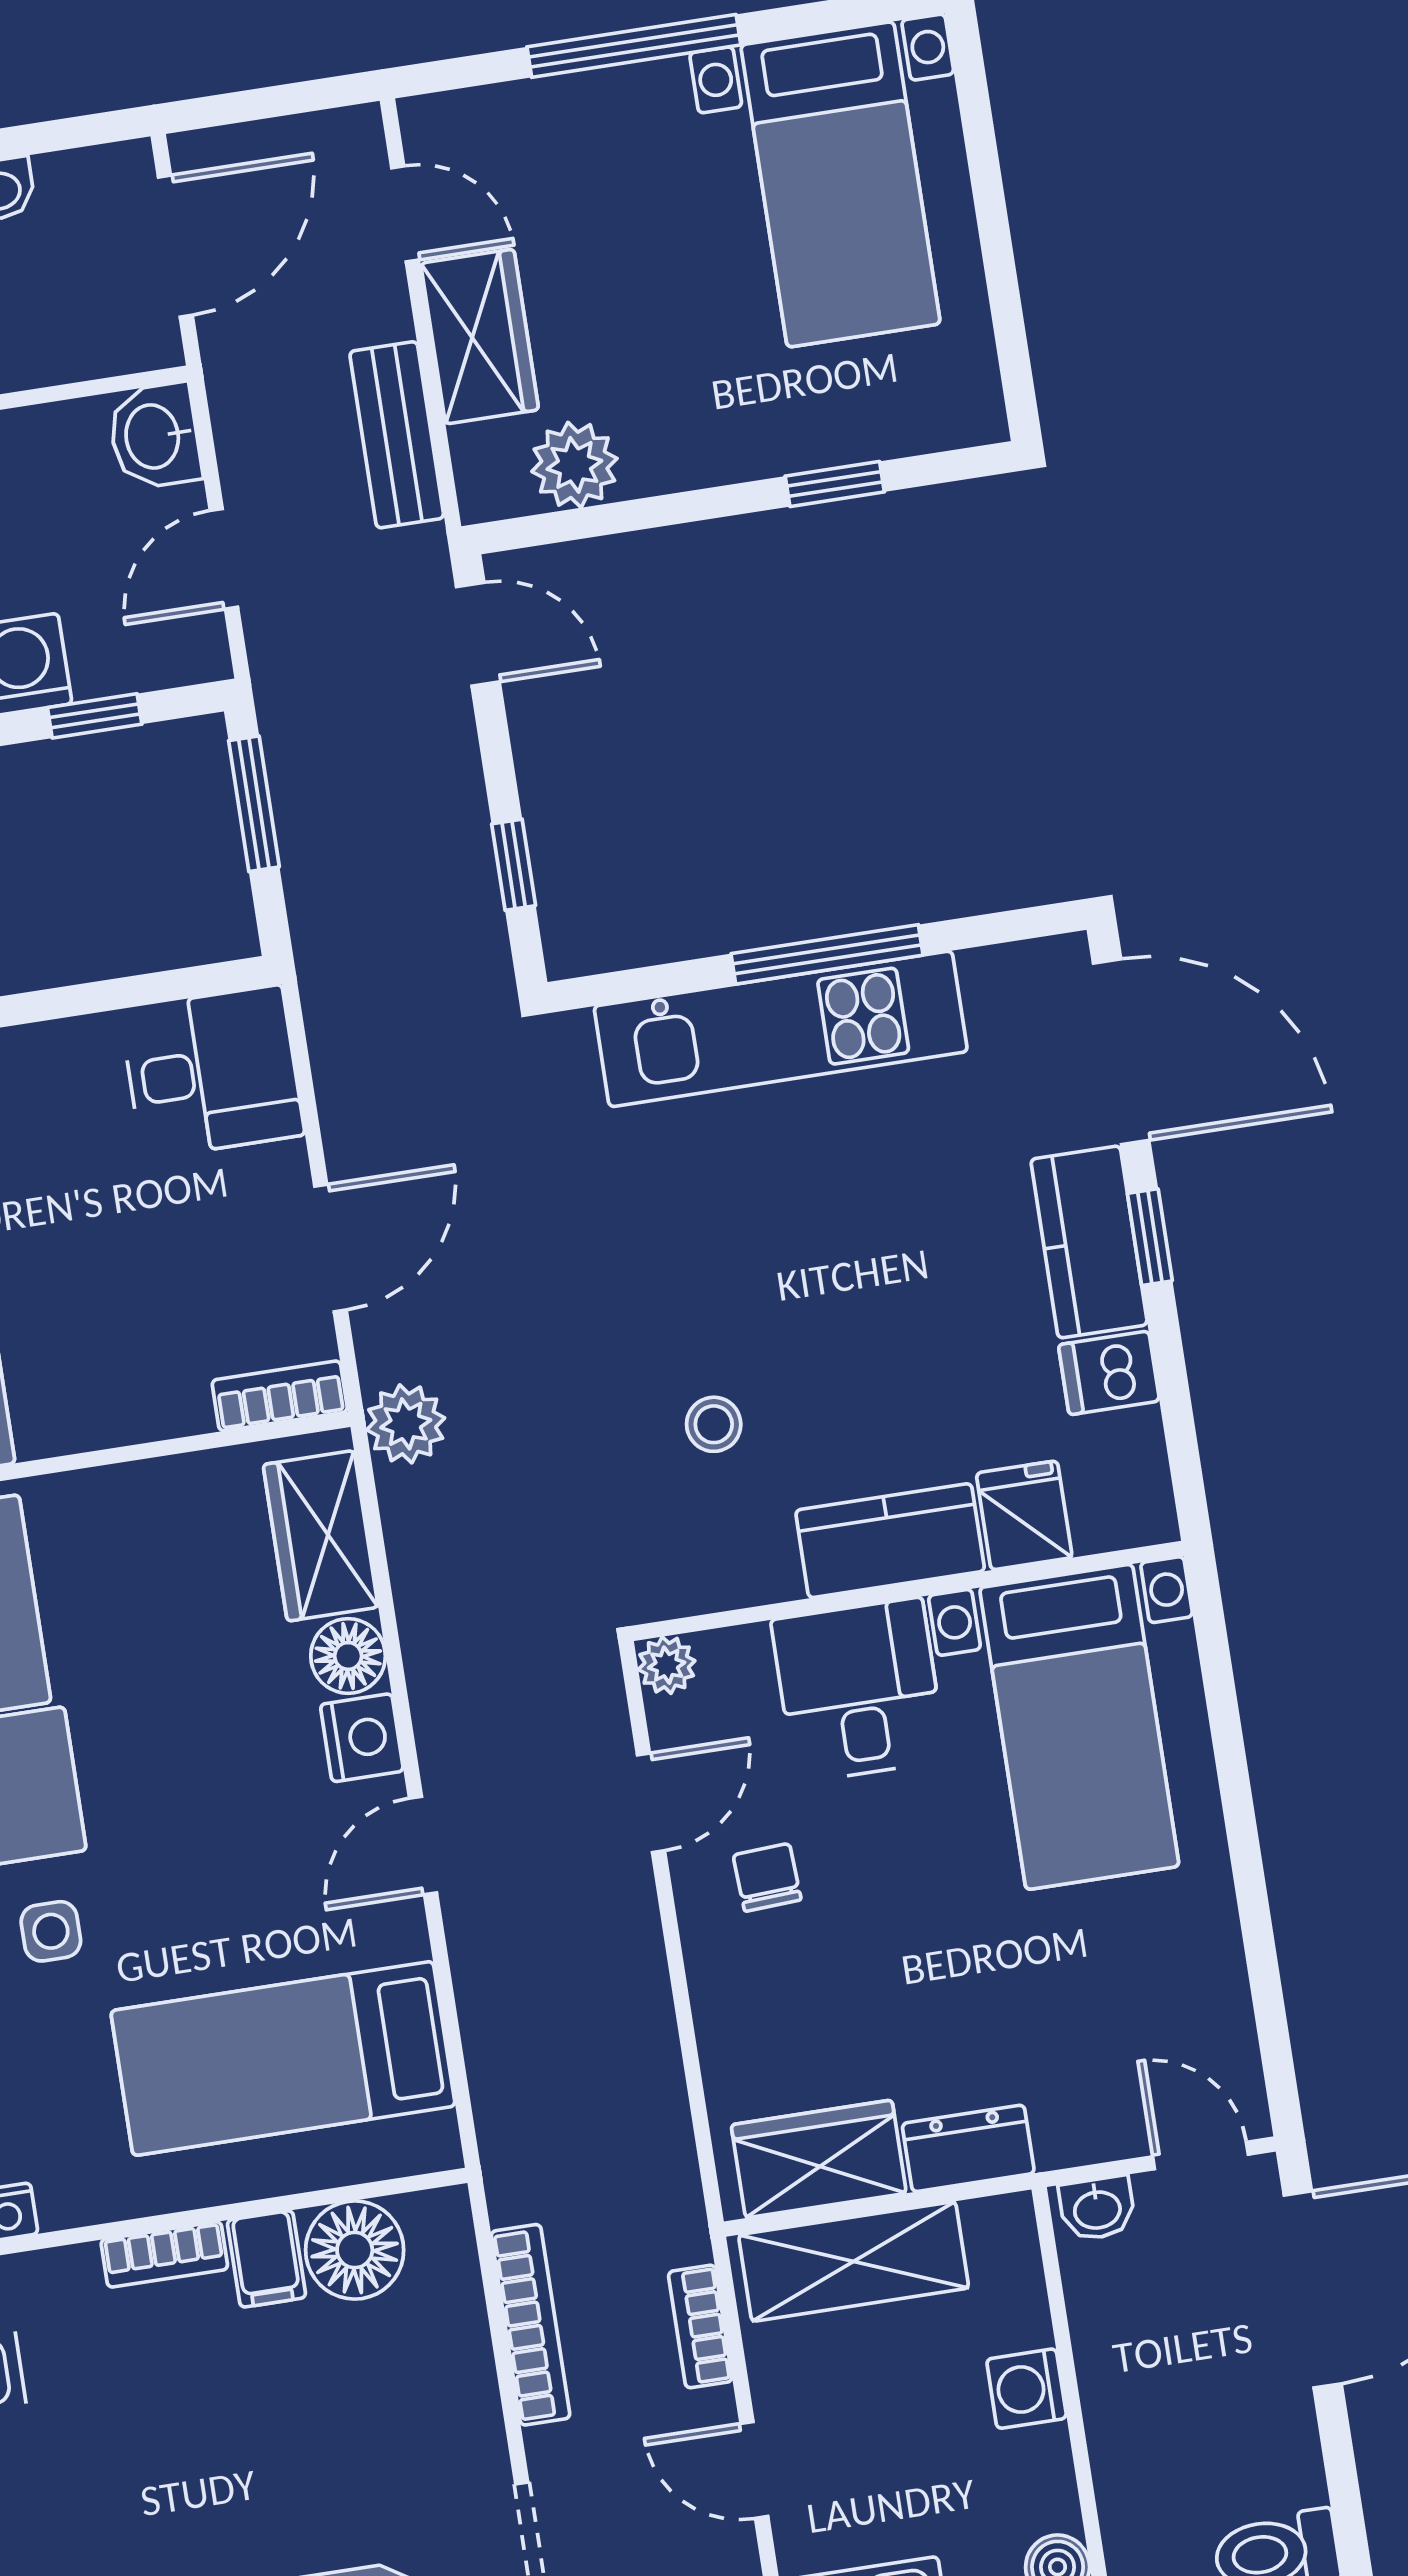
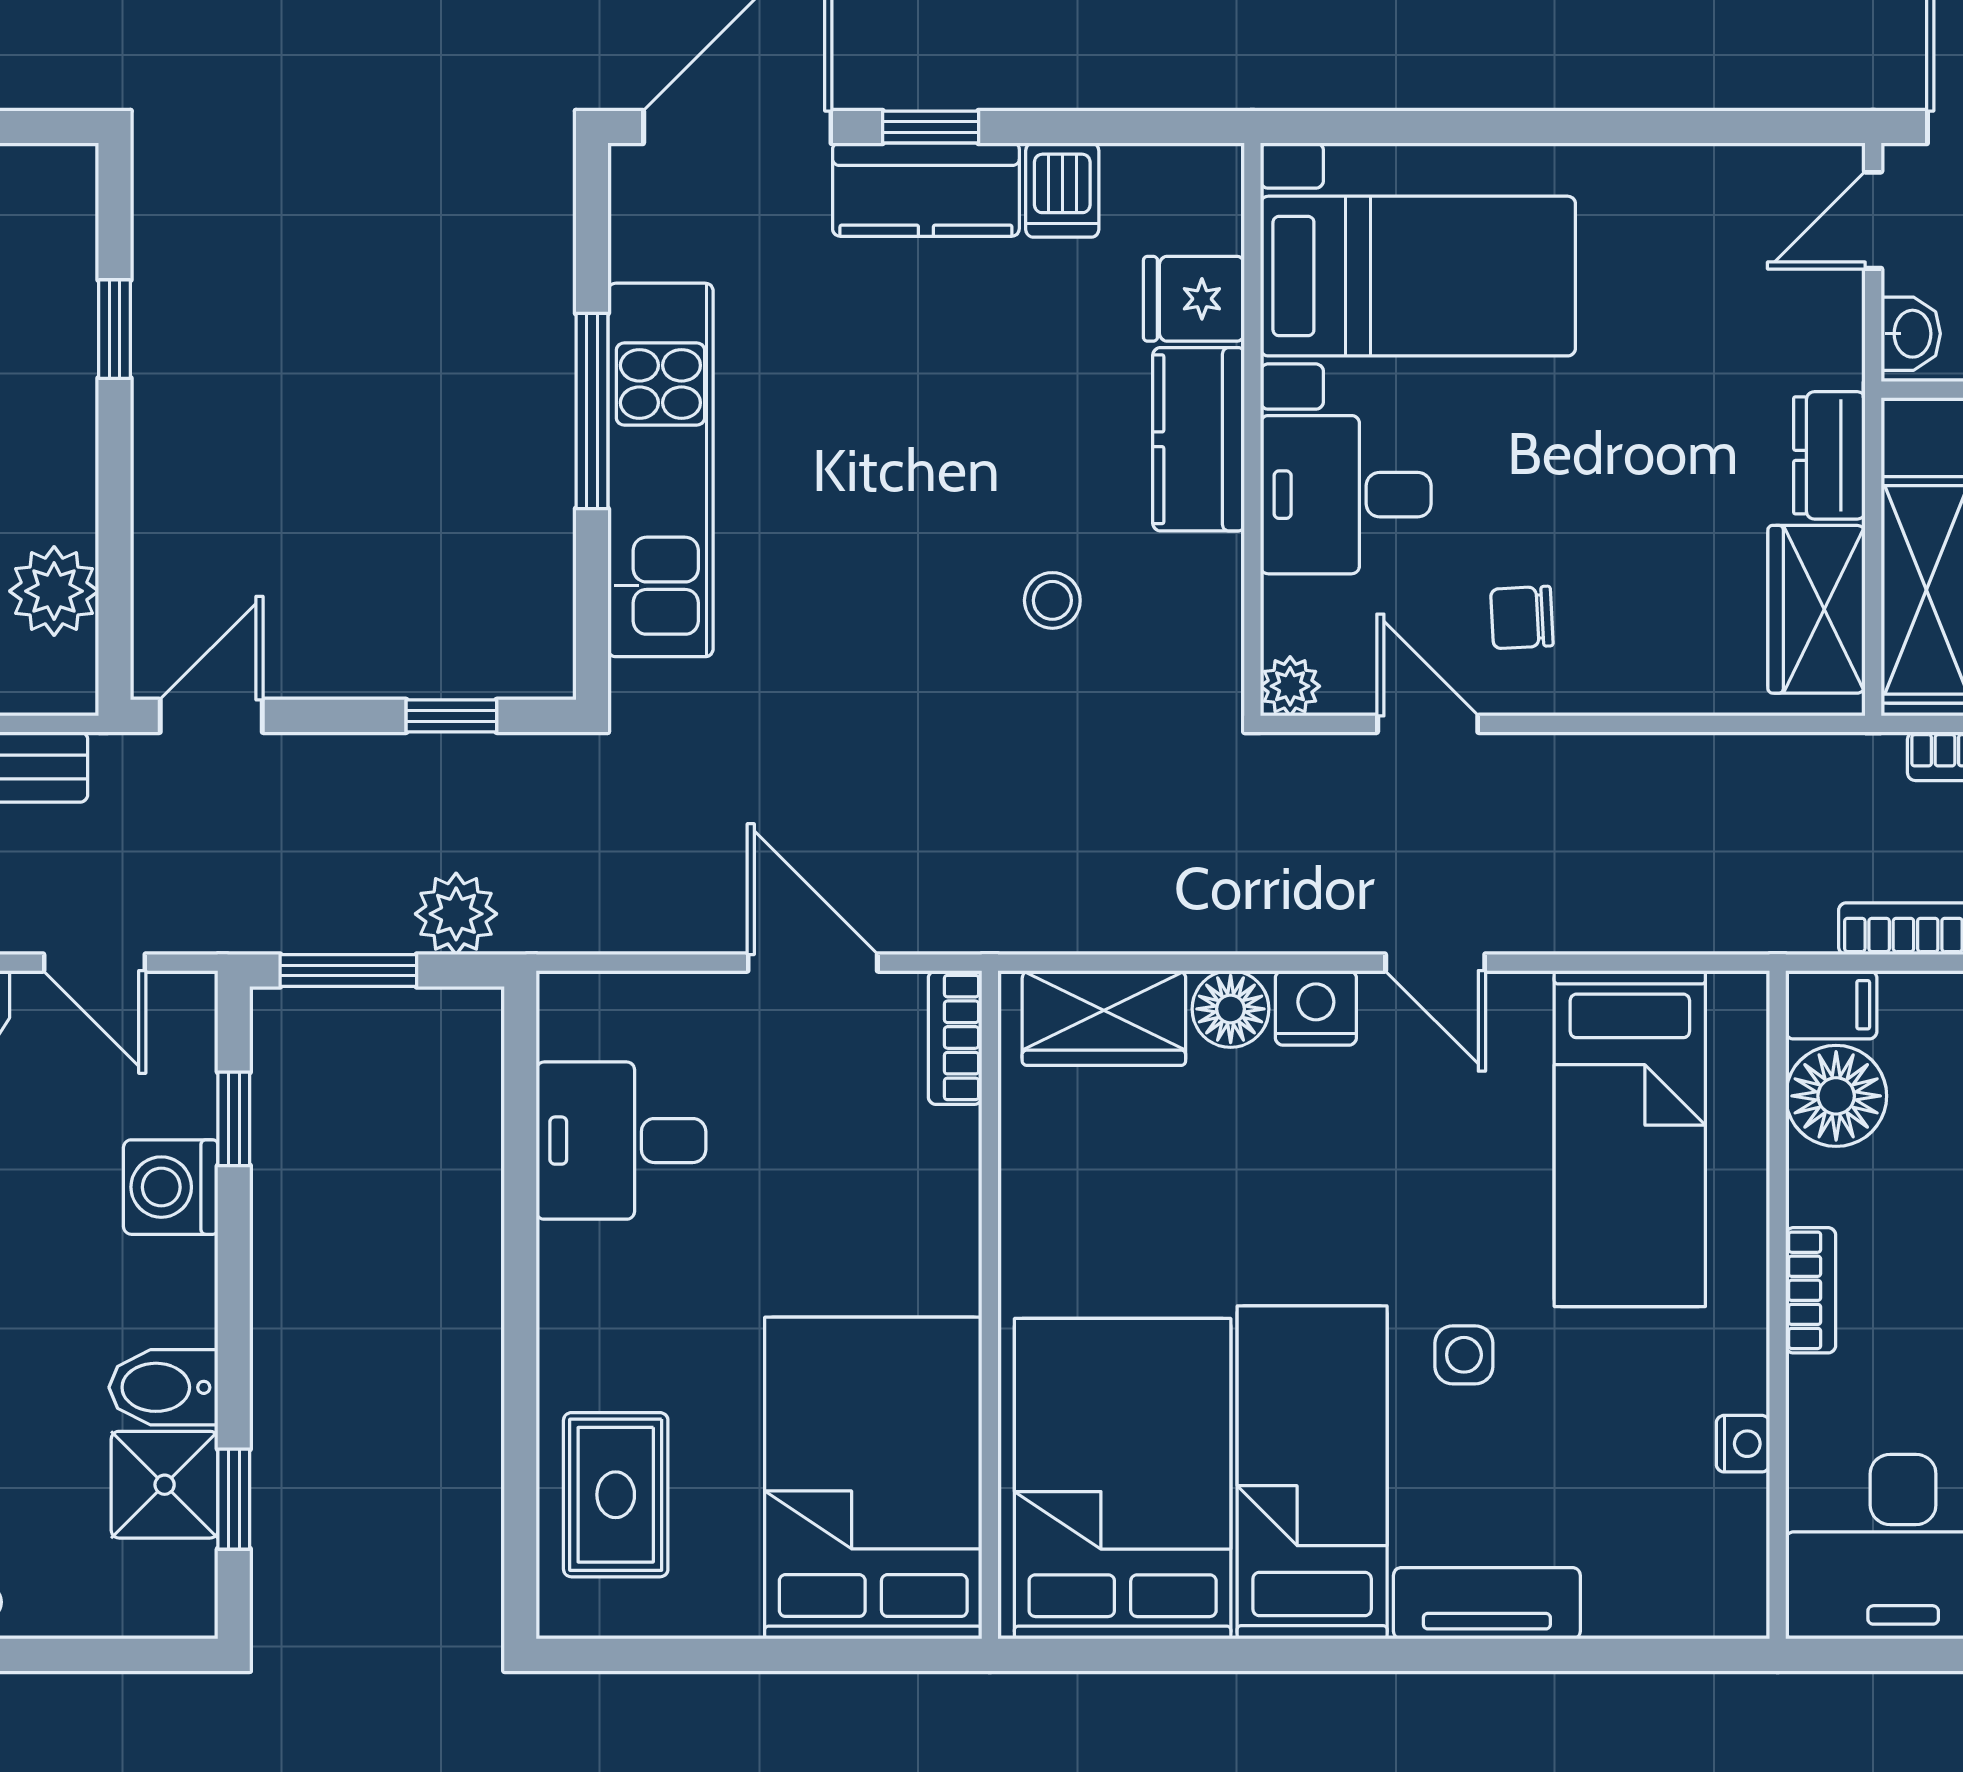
desk: (212, 1072) -> (621, 1141), moved, turned -90
plant: (406, 1424) -> (456, 914), moved
filing cabinet: (266, 2259) -> (1831, 1005), moved

